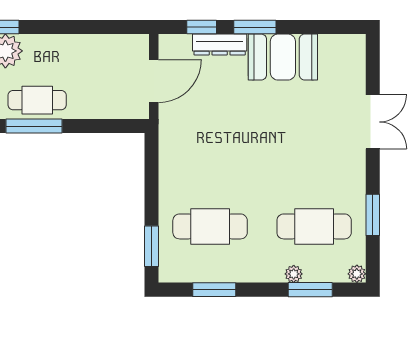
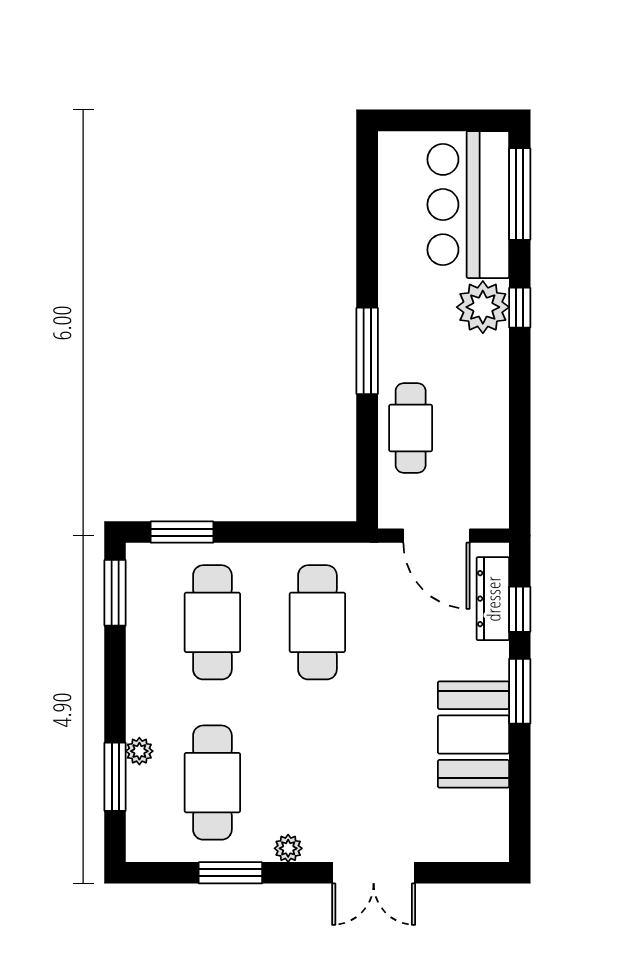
dresser: (220, 44) -> (493, 599), moved
cafe table: (37, 100) -> (411, 428), moved
cafe table: (210, 158) -> (317, 622), added
plant: (357, 274) -> (288, 848), moved
window: (214, 290) -> (115, 593), moved

